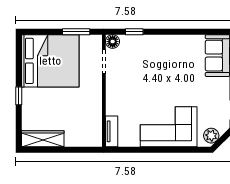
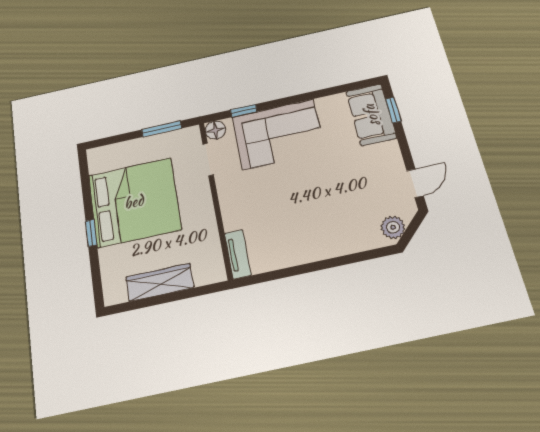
bed: (50, 61) -> (134, 202), moved
corner sofa: (169, 127) -> (278, 134), moved, turned 180
wardrobe: (43, 139) -> (160, 282), moved

